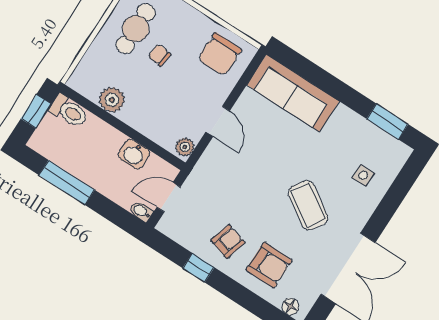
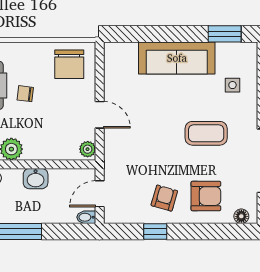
sofa: (293, 93) -> (177, 58), moved
washbasin: (134, 154) -> (36, 179), moved
coffee table: (308, 205) -> (206, 133), turned -33

